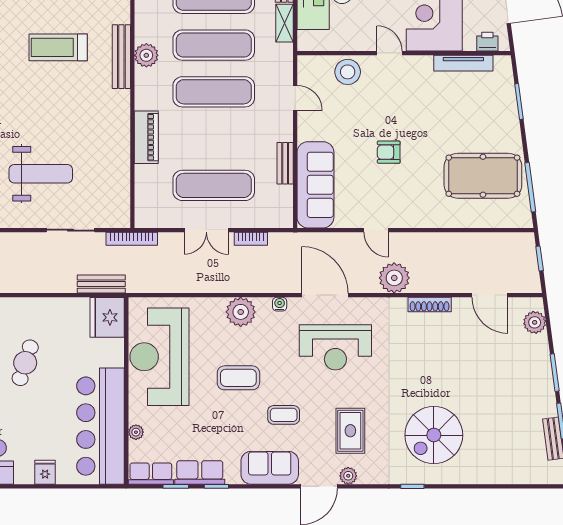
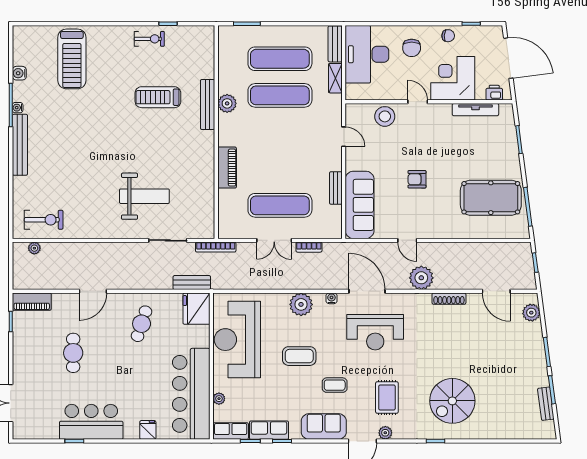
exercise mat: (214, 92) -> (280, 132), removed
cafe table: (25, 363) -> (142, 324), moved

